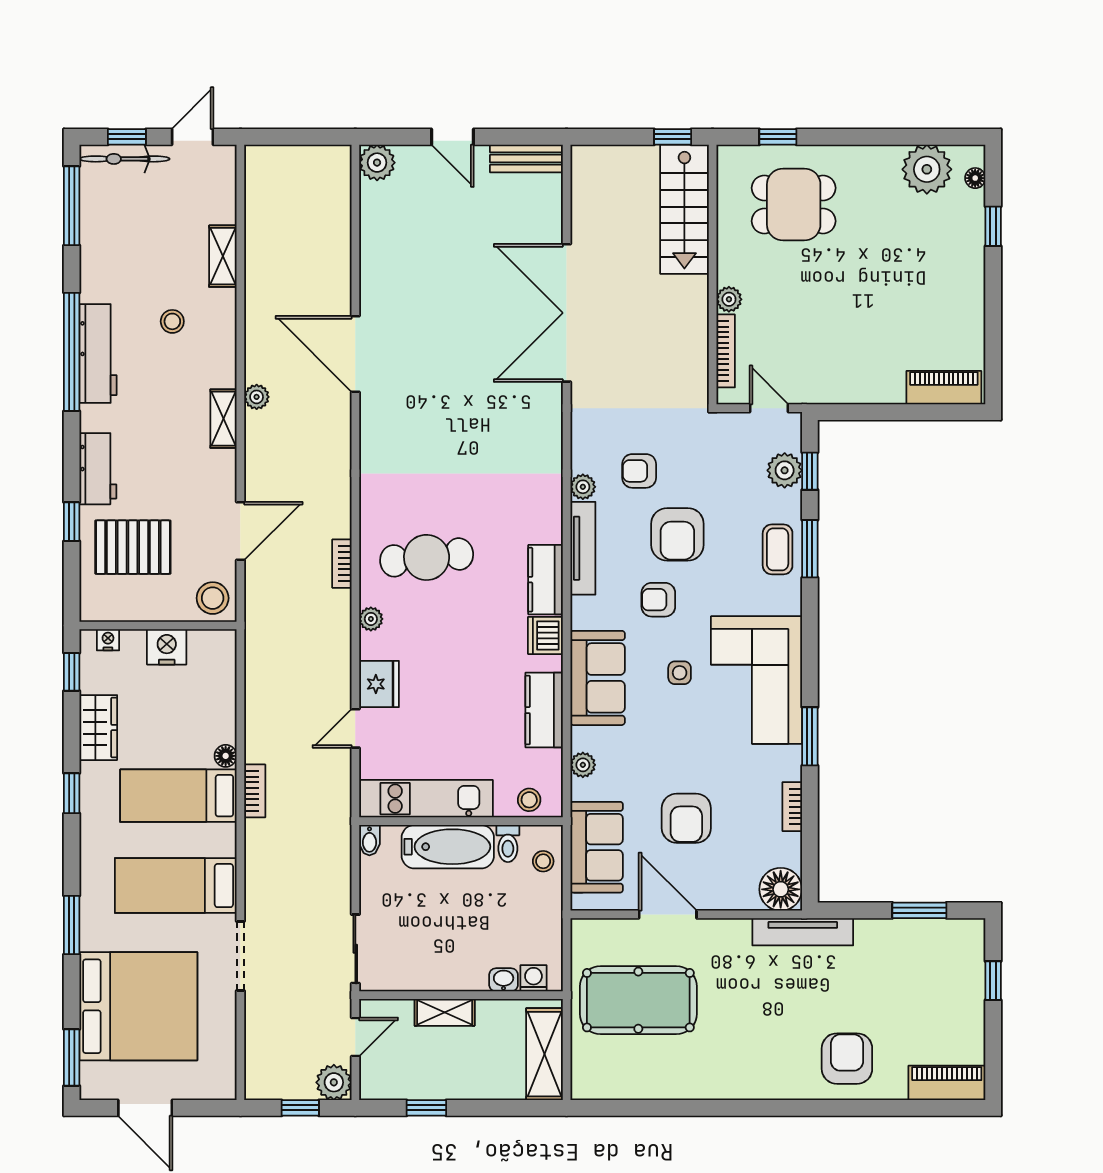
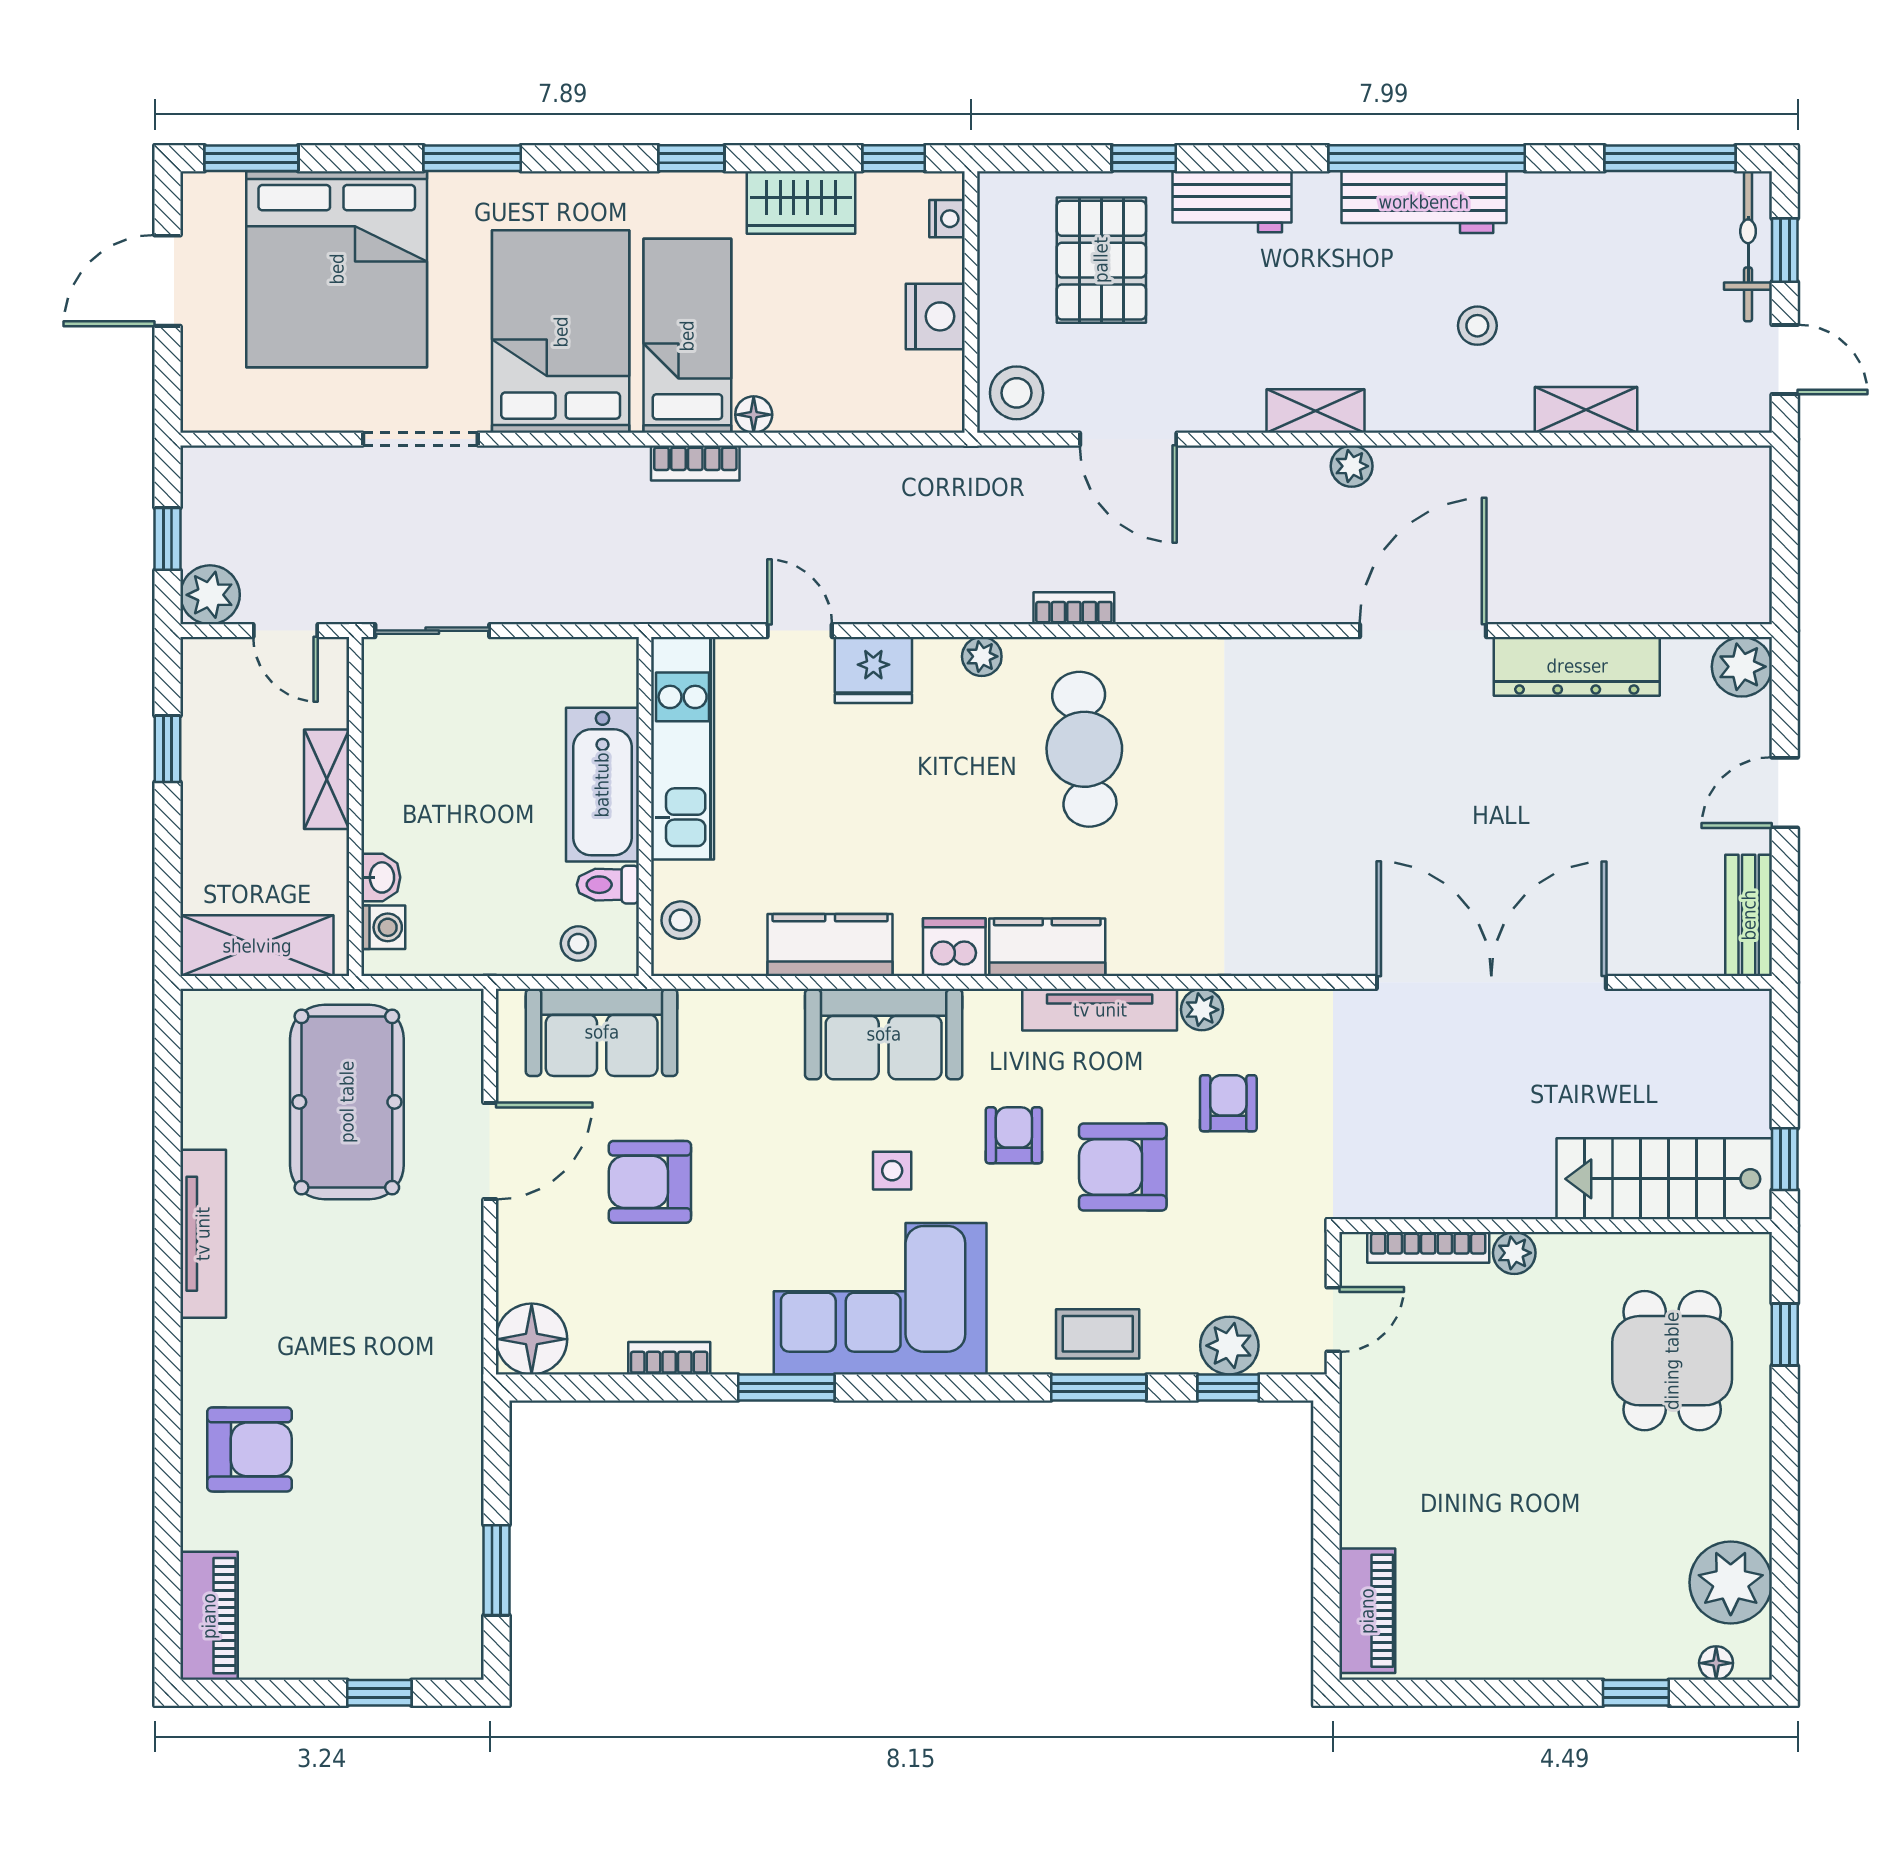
dresser: (377, 262) -> (1577, 666), added
plant: (583, 765) -> (739, 1010), removed
bidet: (369, 840) -> (613, 654), removed
bed: (176, 886) -> (561, 332), width x1.50
tv unit: (803, 932) -> (203, 1234), moved, turned 180

